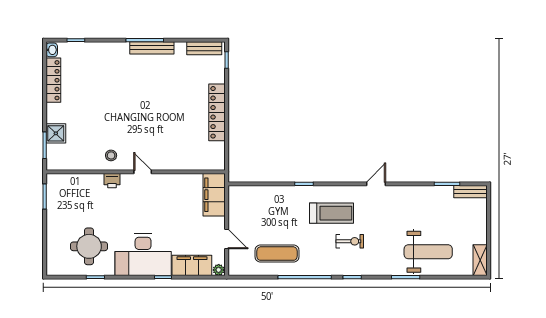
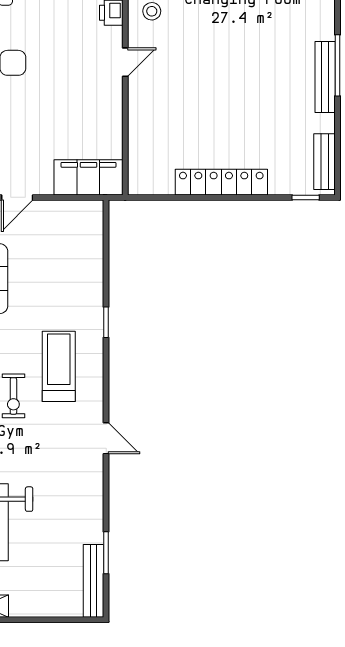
bench: (471, 192) -> (94, 581), width x1.36
treadmill: (331, 213) -> (59, 366), turned 180

